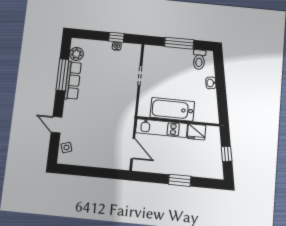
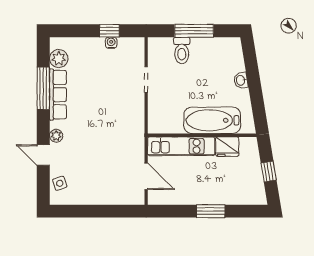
toilet: (199, 60) -> (182, 50), moved
bathtub: (172, 109) -> (212, 120), moved
plant: (68, 111) -> (56, 136), added

